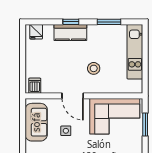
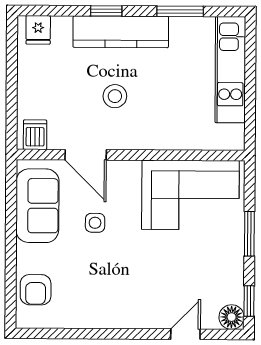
kitchen counter: (70, 33) -> (121, 32), width x1.50
stool: (94, 68) -> (115, 96), moved
door: (73, 96) -> (86, 155), moved
window: (145, 124) -> (249, 234), moved

